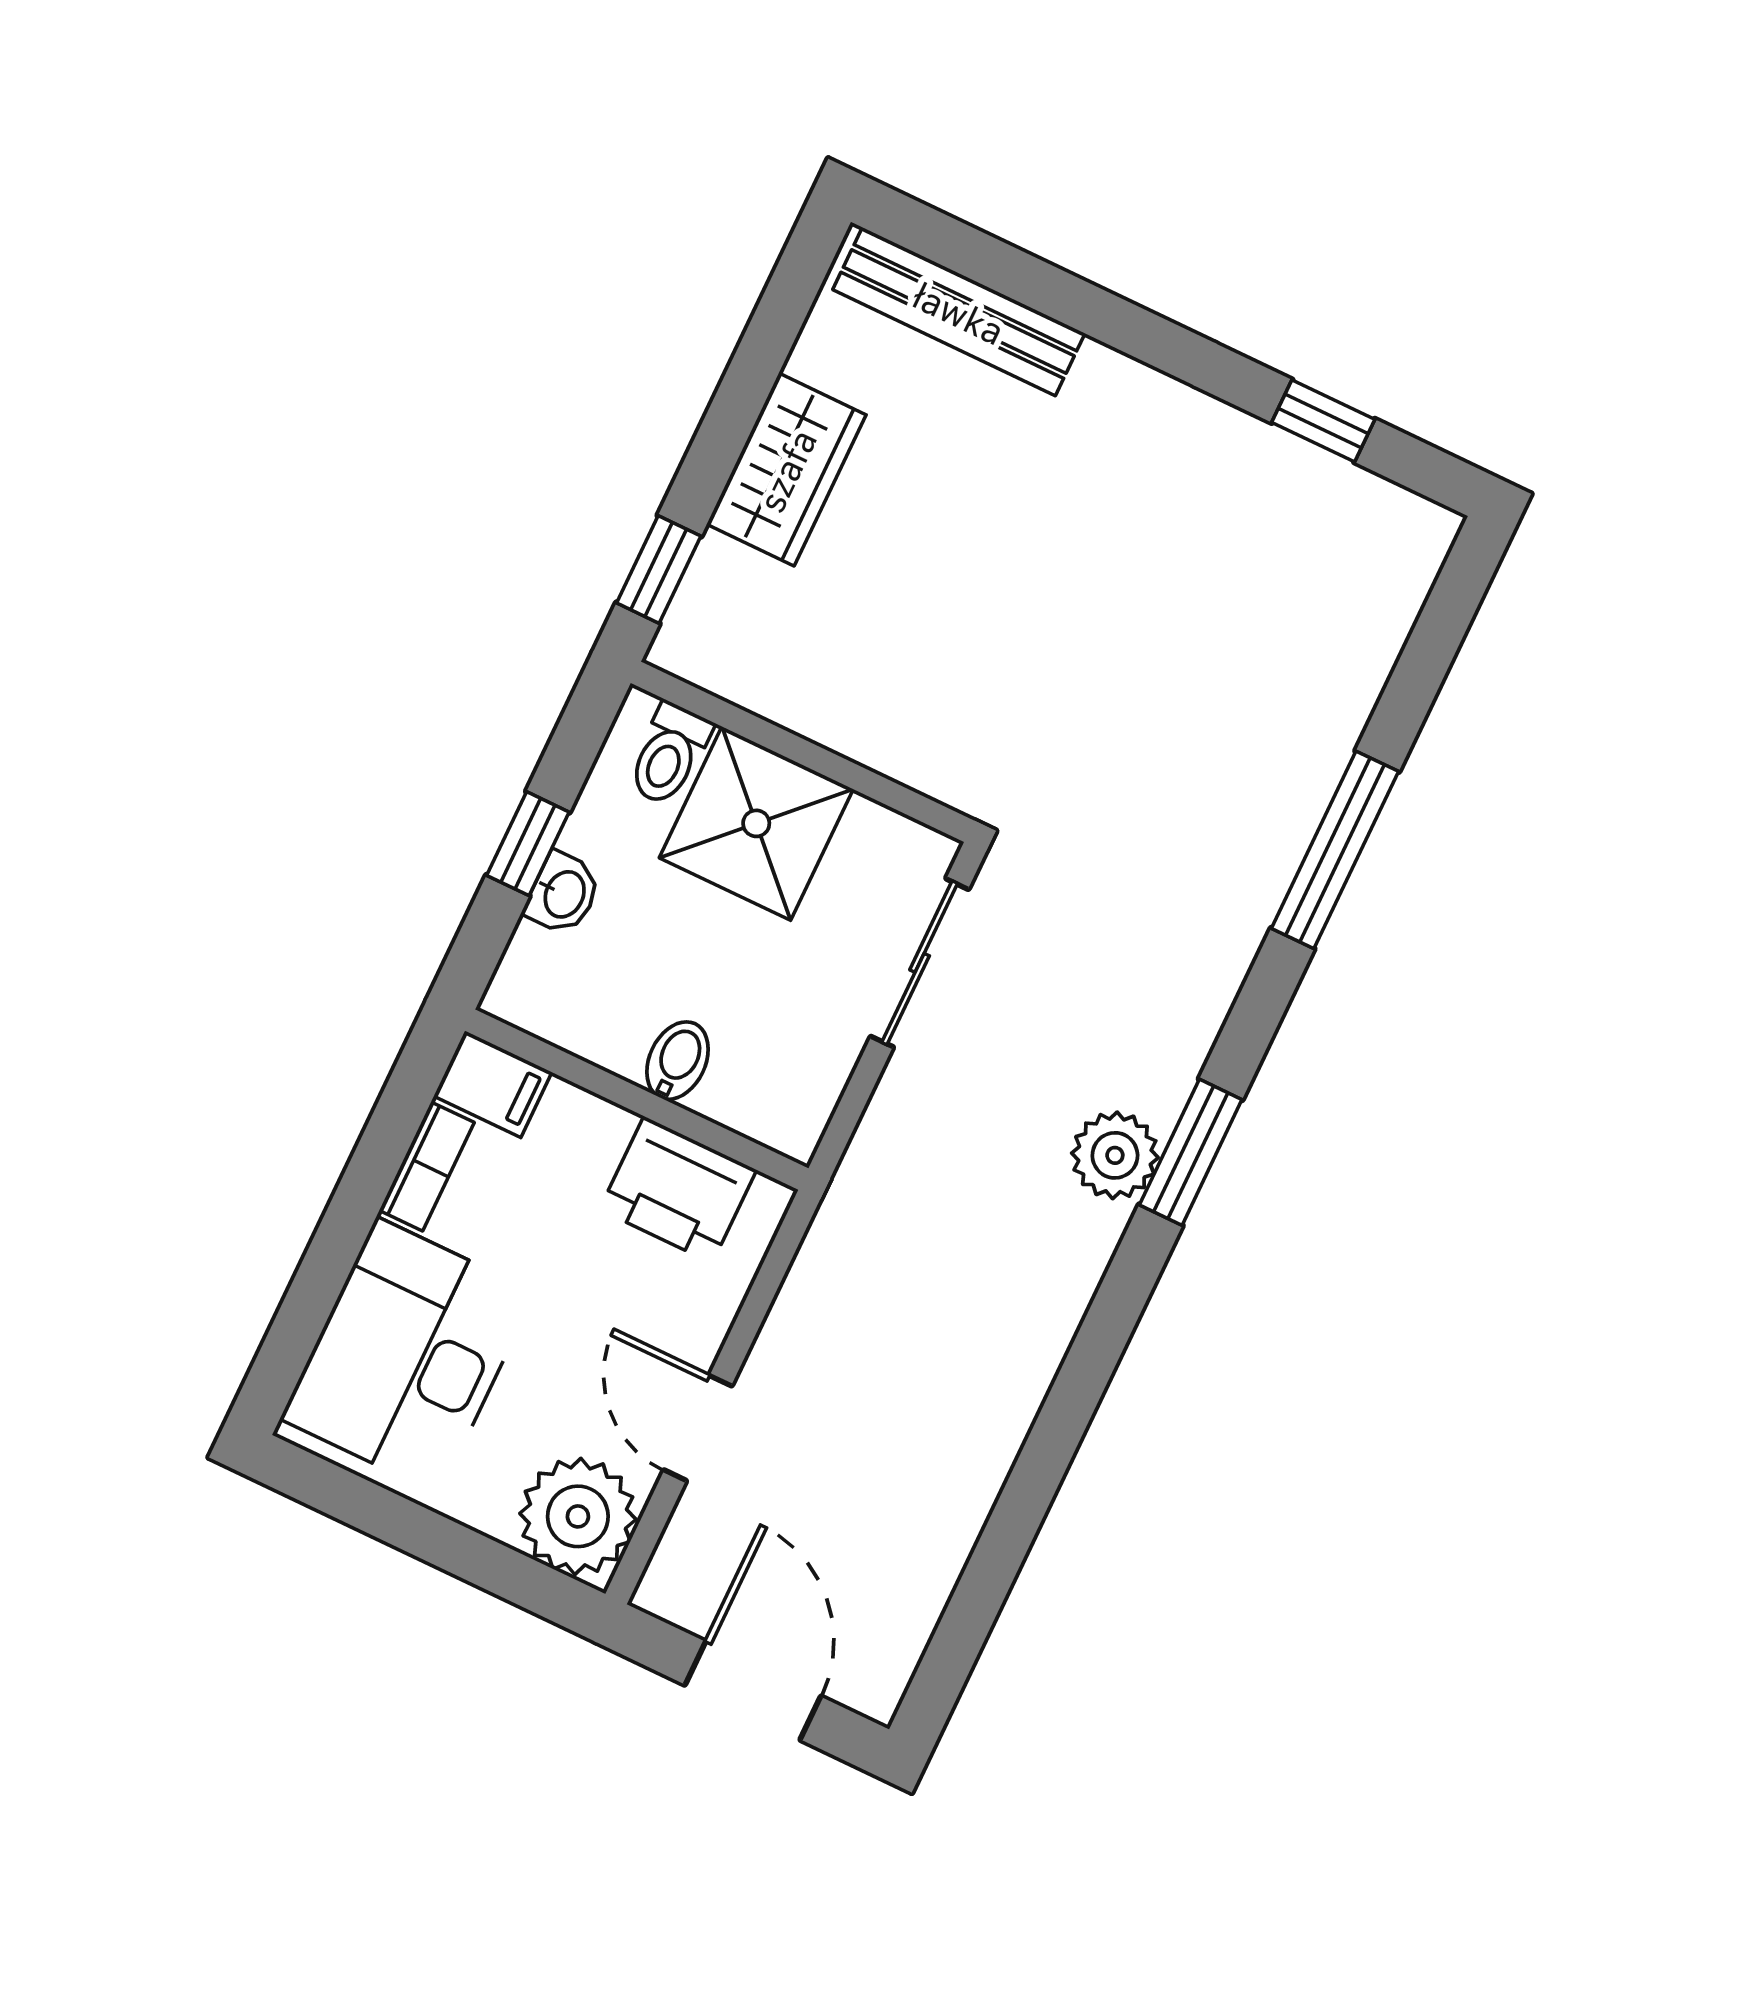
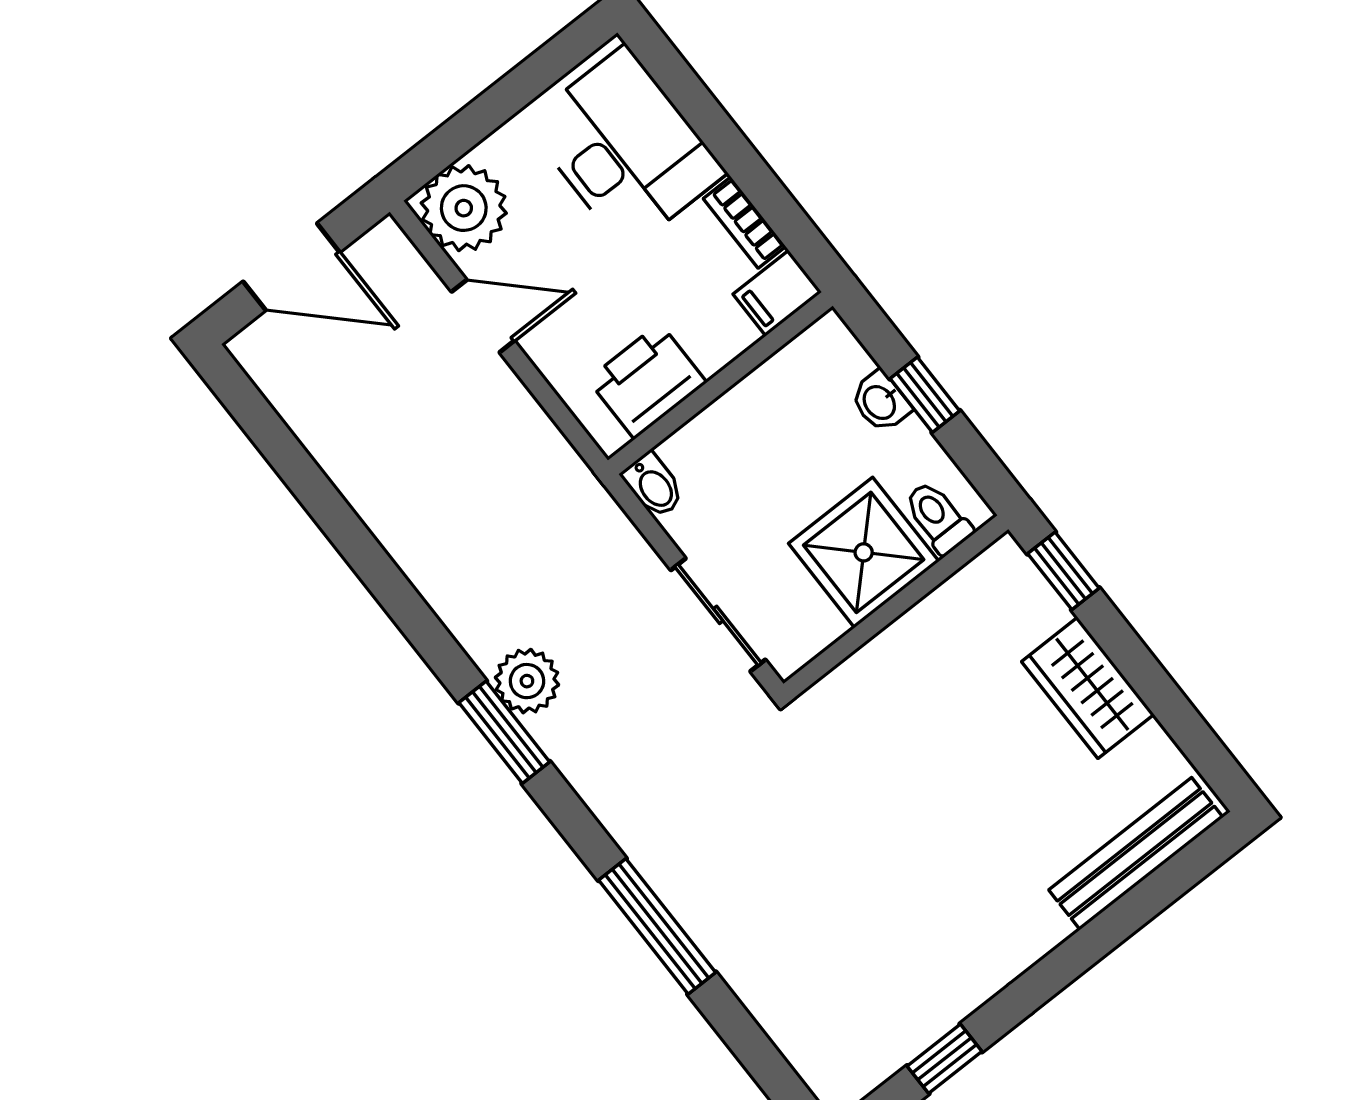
bidet: (678, 1061) -> (653, 485), moved

